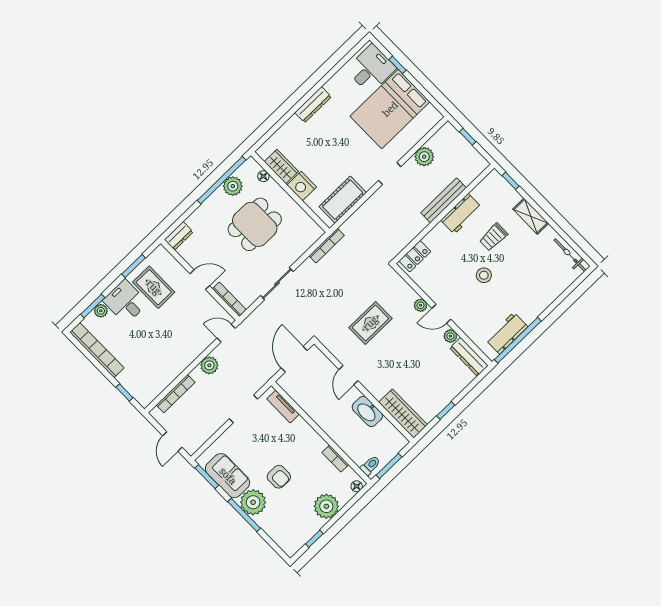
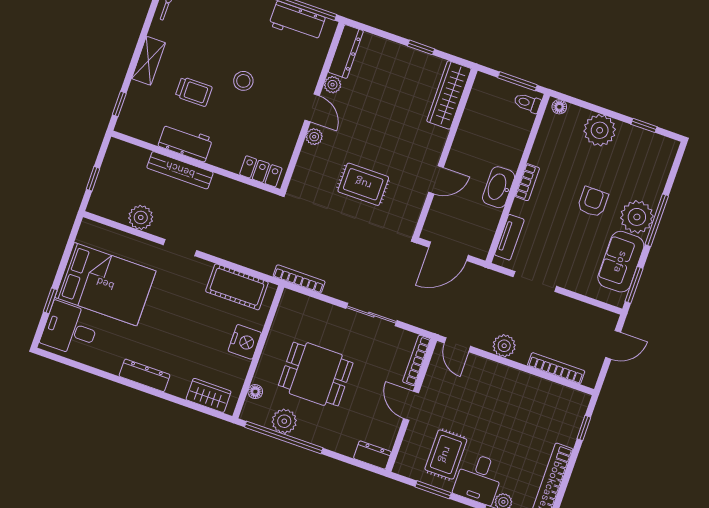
wardrobe: (281, 167) -> (209, 395), moved, turned 90
washbasin: (367, 411) -> (499, 187), moved, turned 180
bookcase: (335, 459) -> (527, 182), moved

